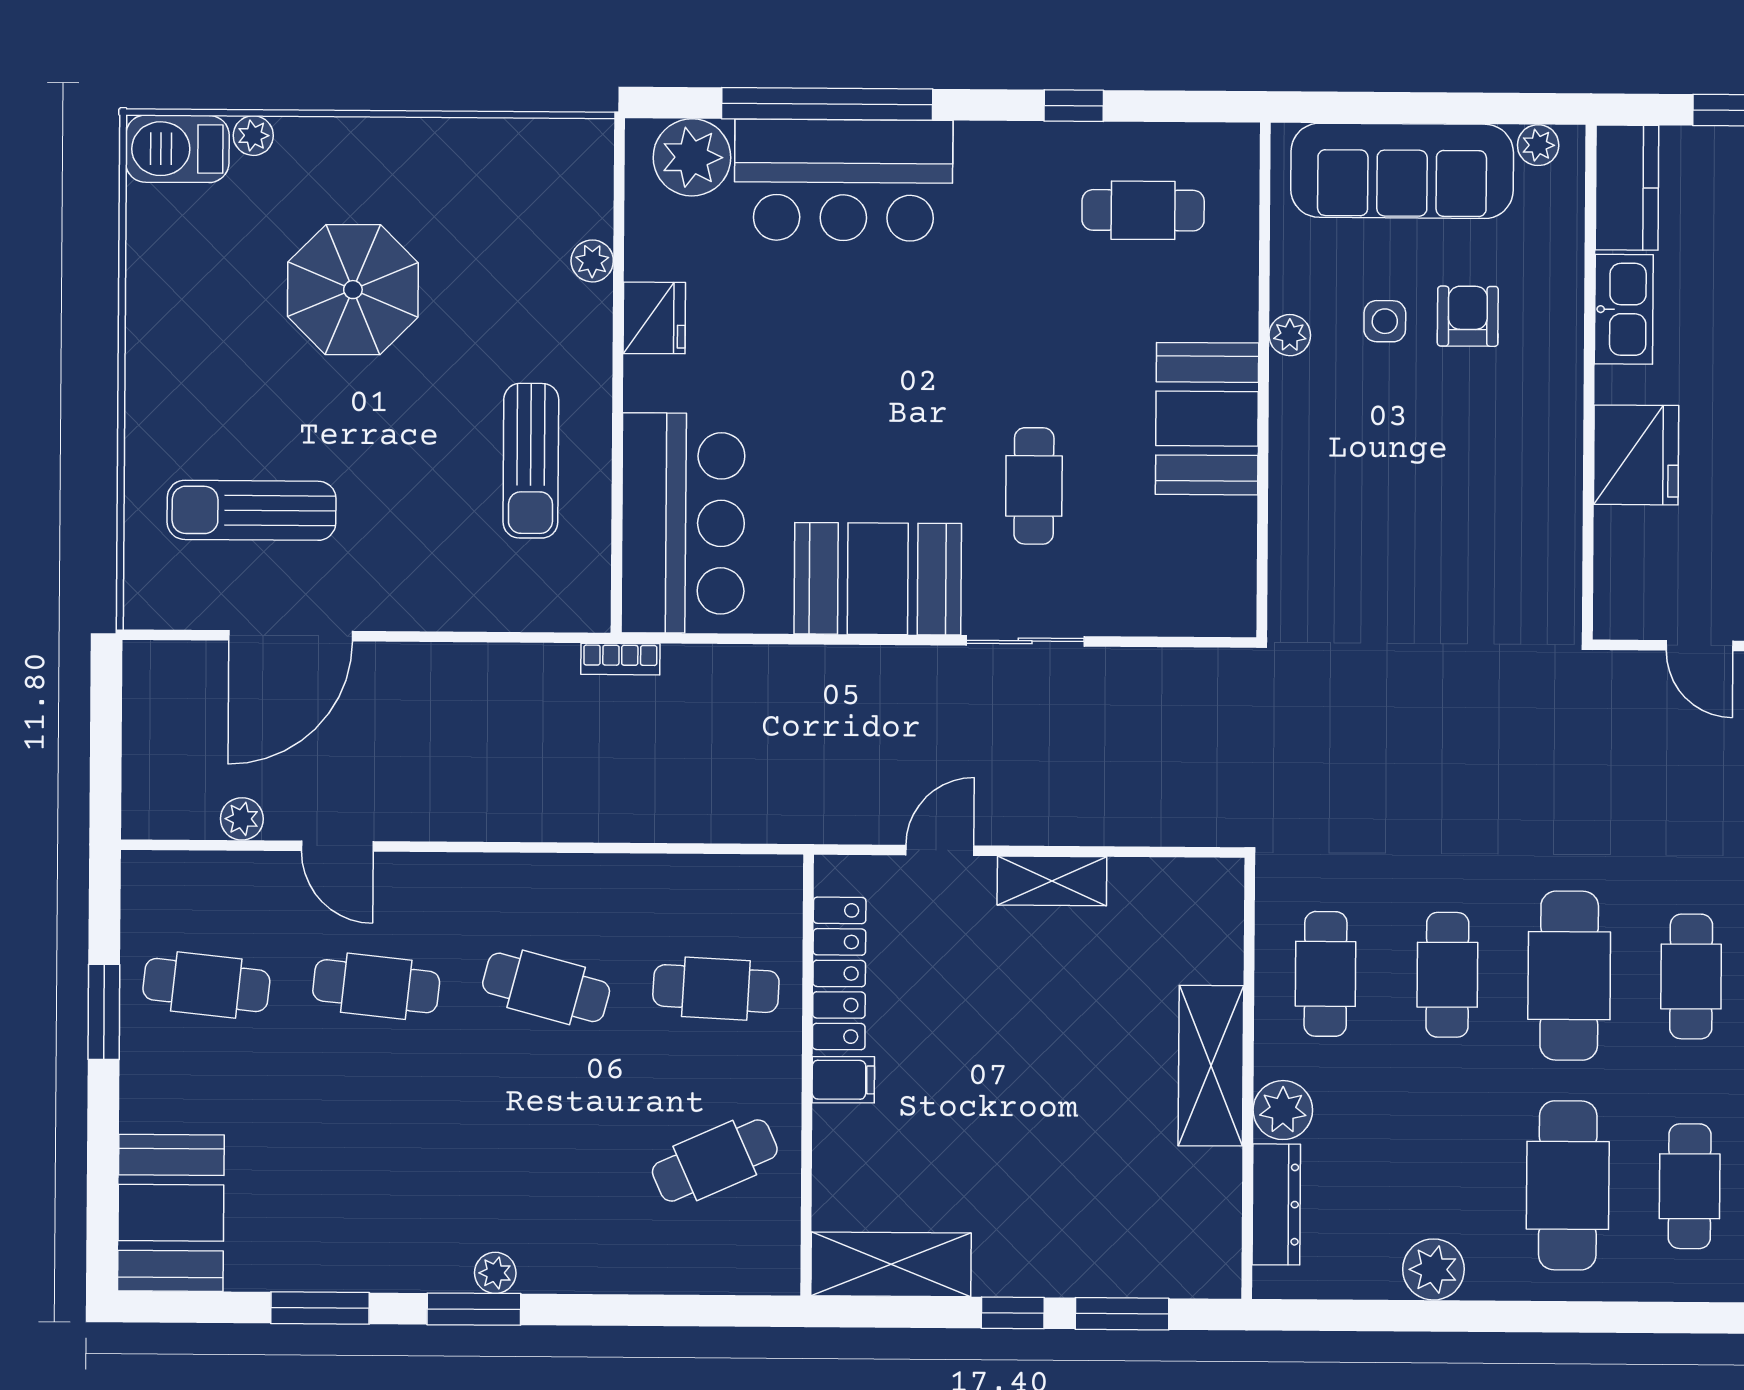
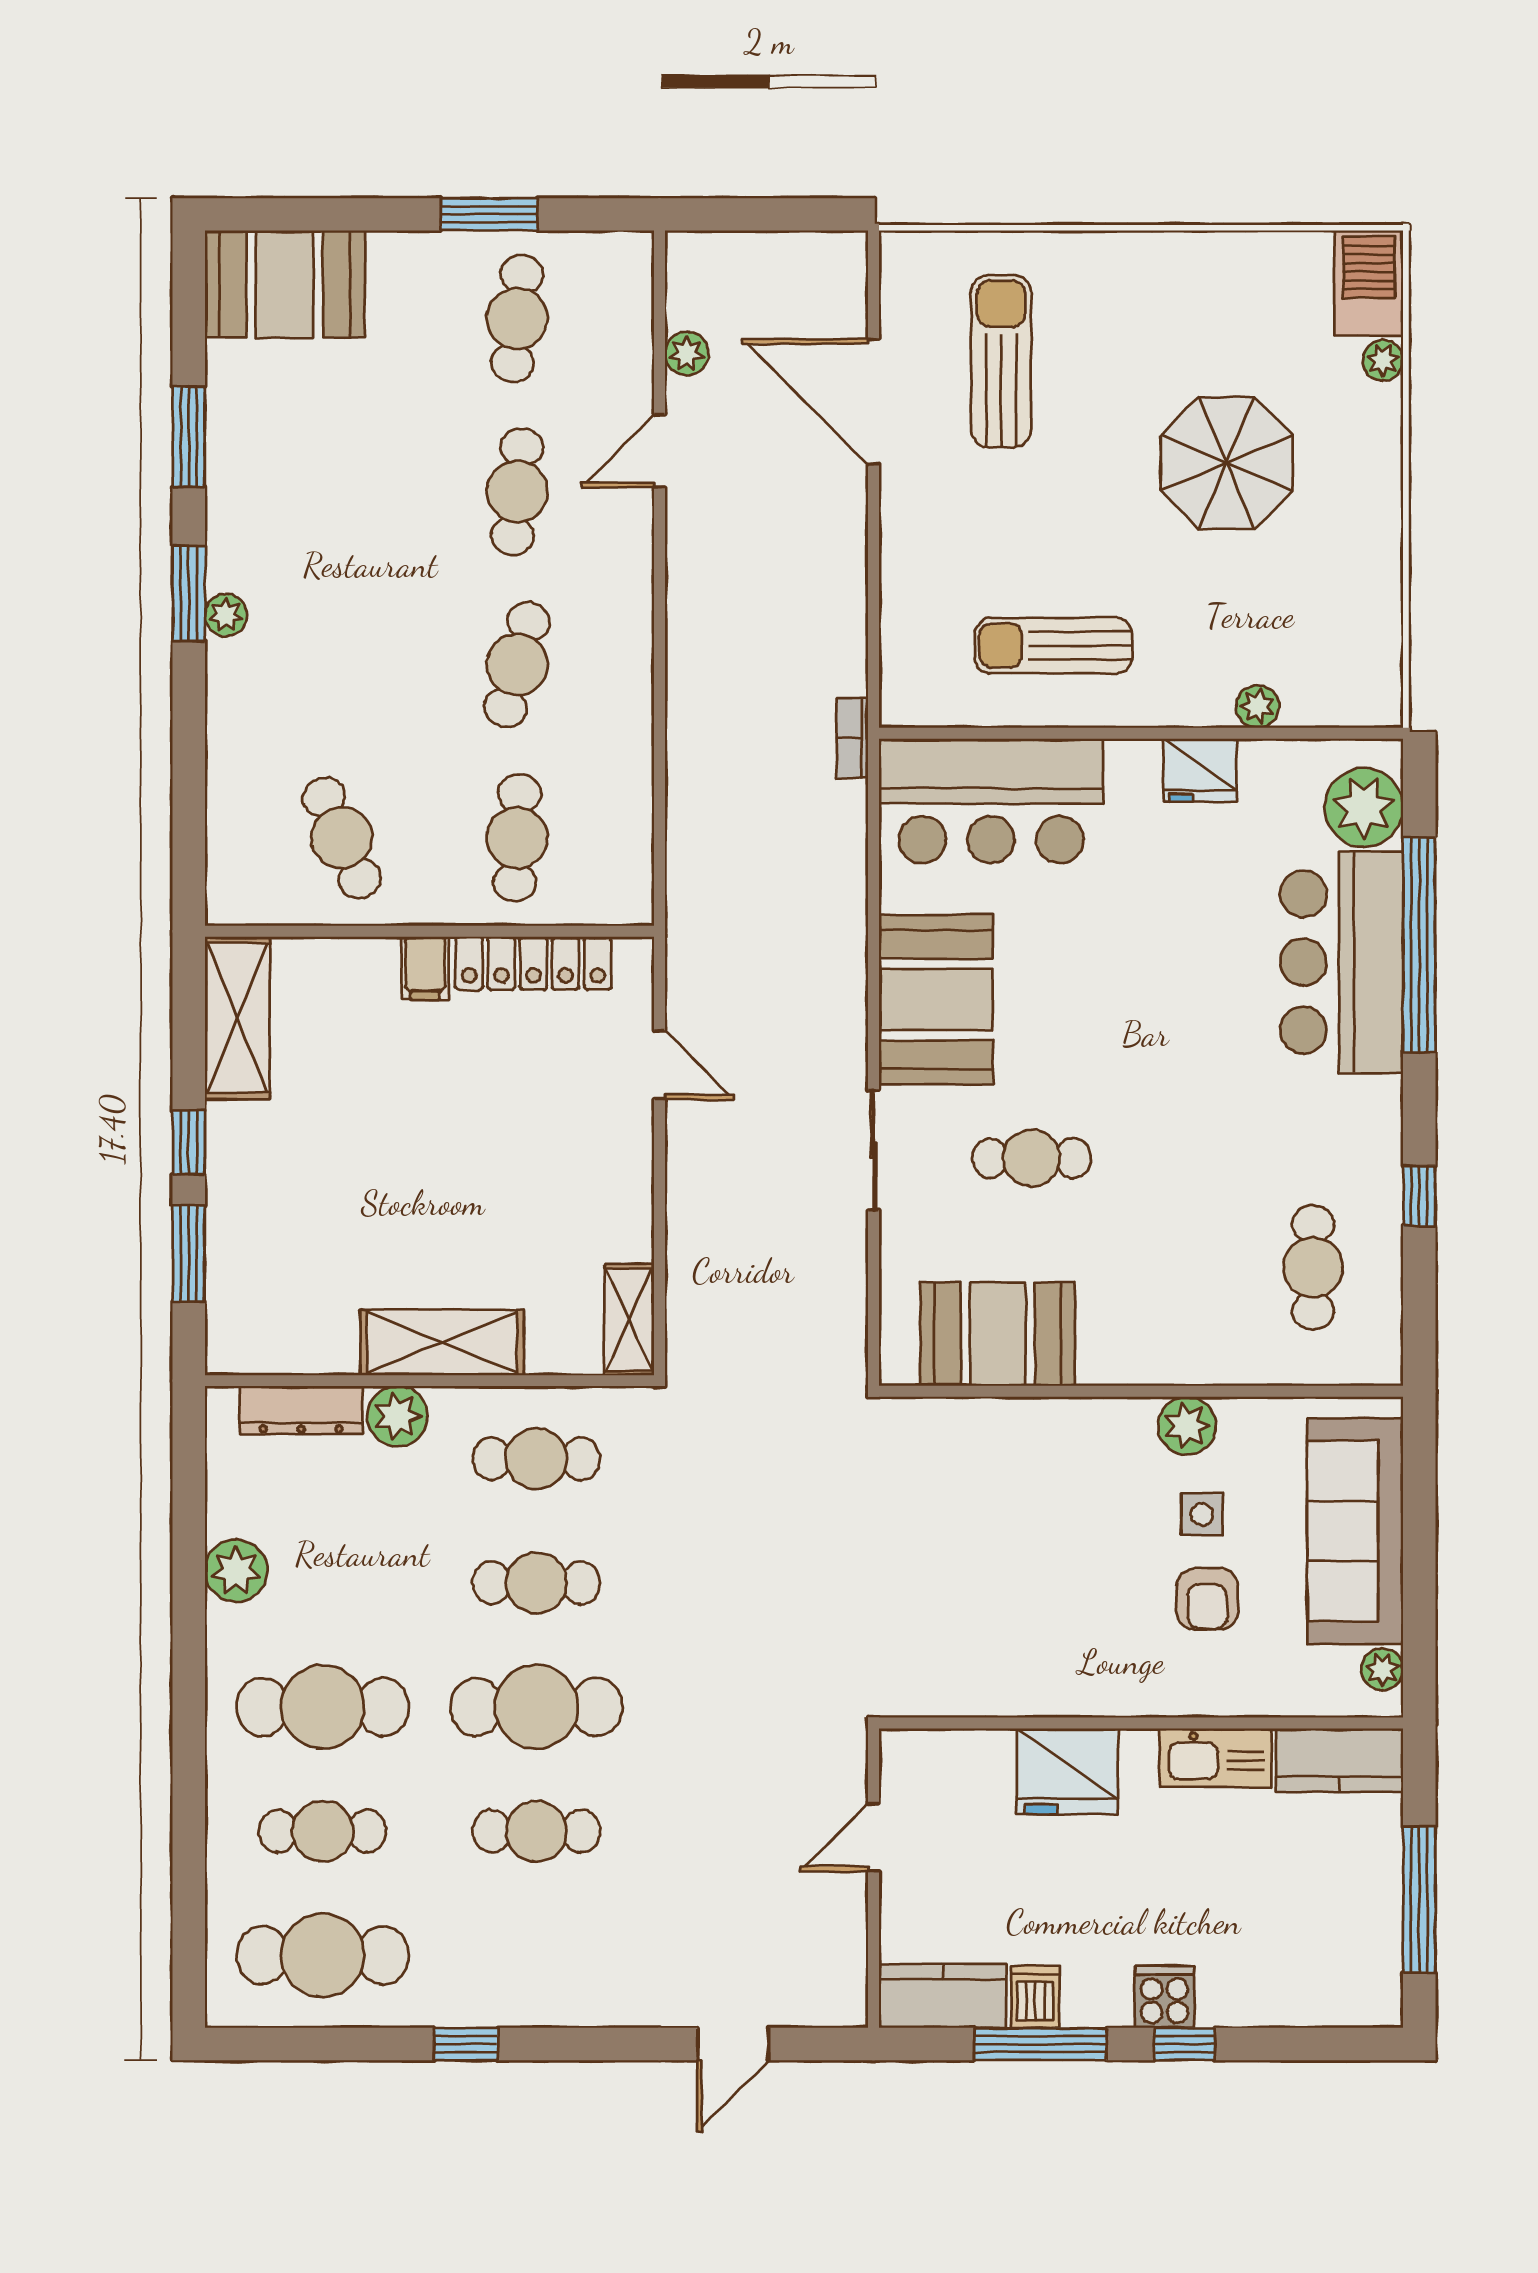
armchair: (1468, 316) -> (1207, 1599), turned 90
plant: (1290, 335) -> (1187, 1426), width x1.38, depth x1.38
booth: (1207, 419) -> (998, 1334), moved
shelving: (1052, 881) -> (629, 1320), moved

